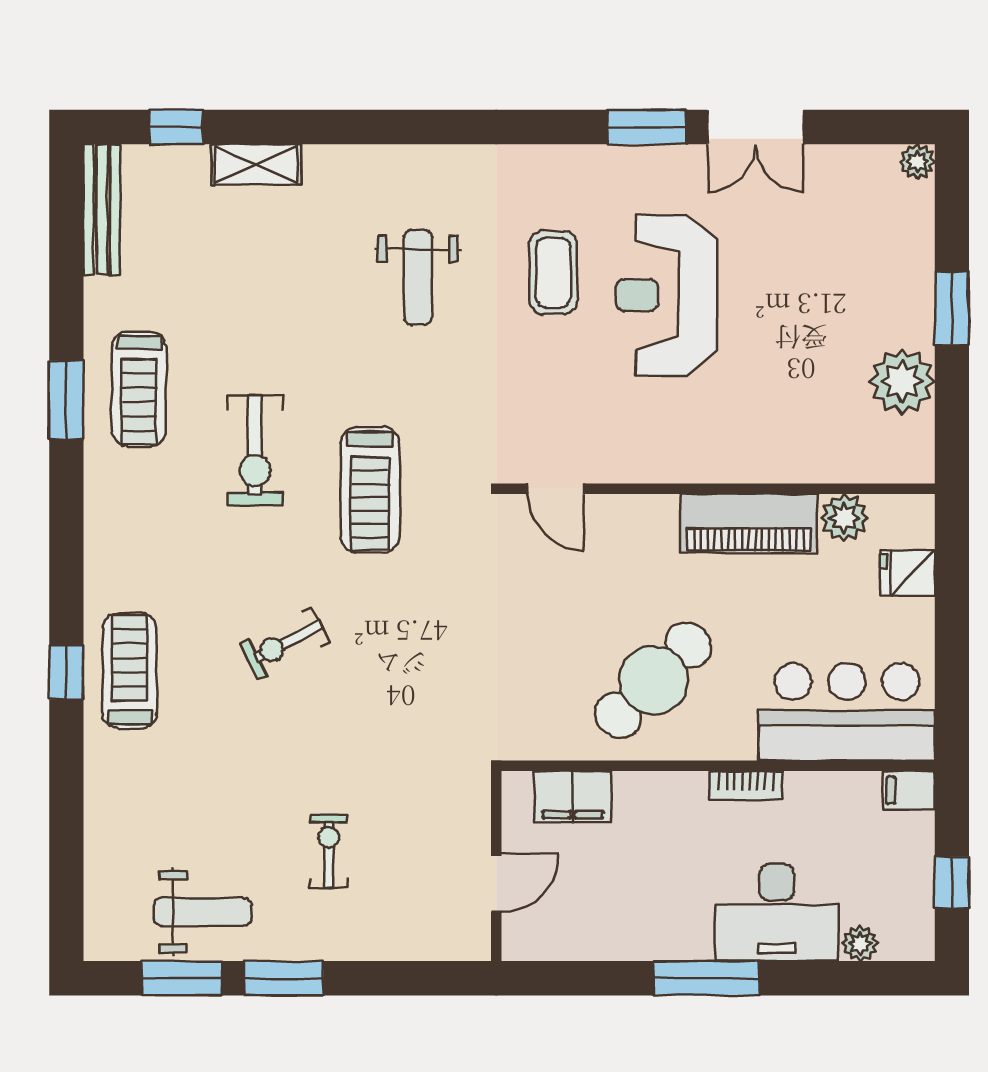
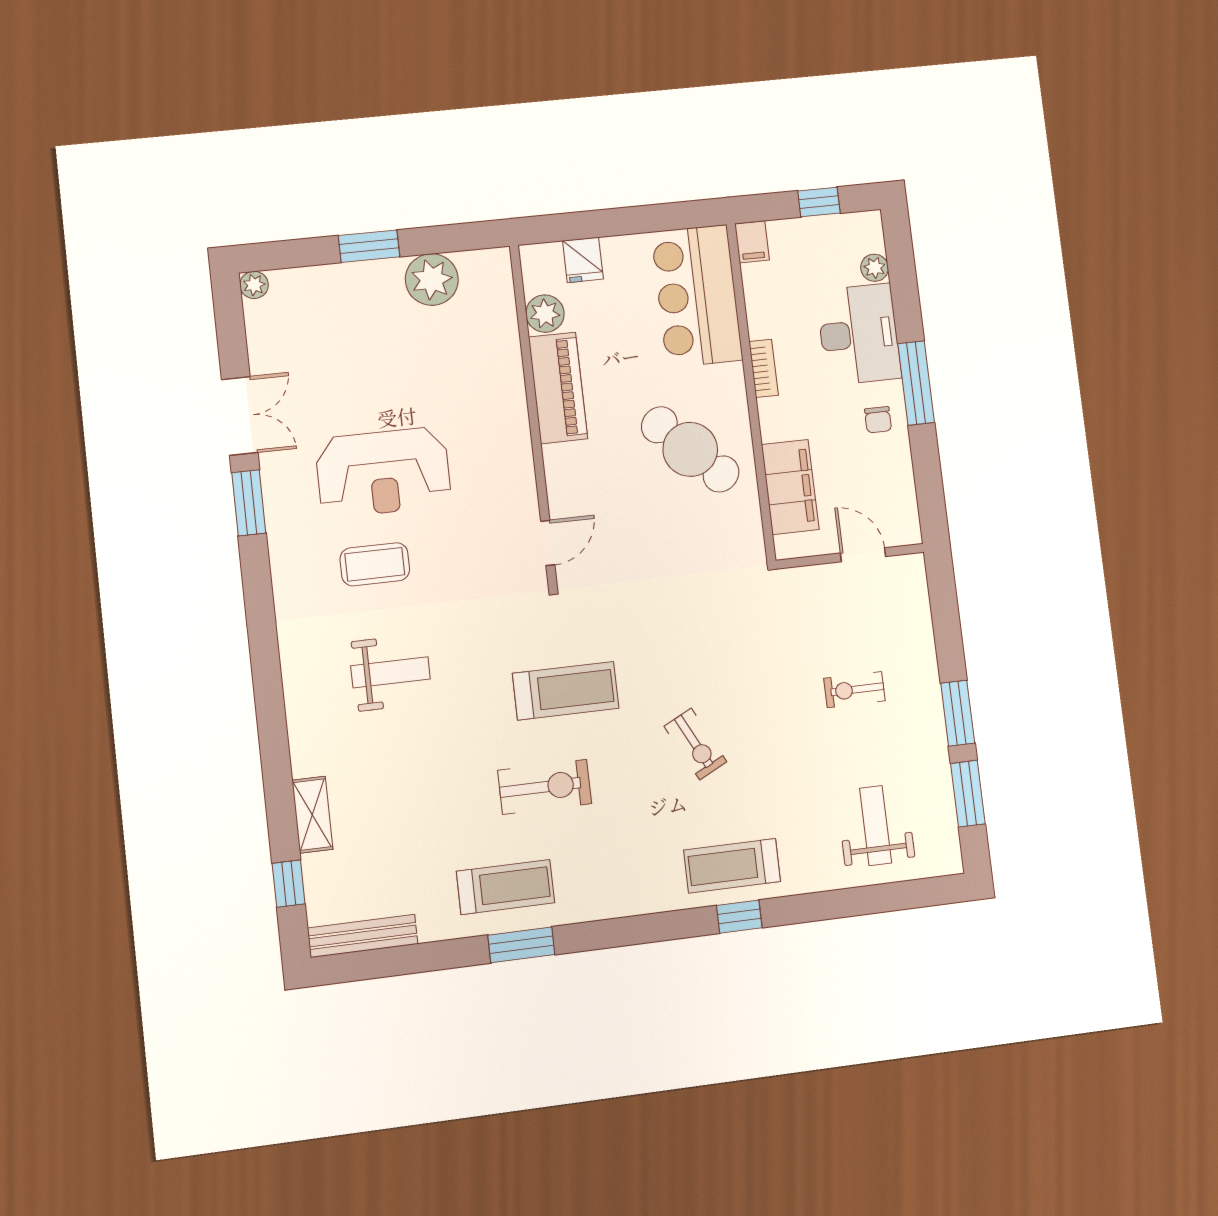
filing cabinet: (573, 797) -> (790, 487), width x1.50, depth x1.17
weight bench: (202, 912) -> (876, 826), moved
chair: (665, 923) -> (878, 420), added

